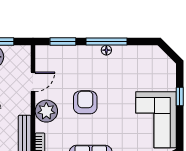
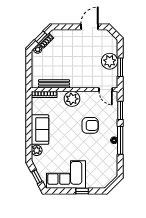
door: (33, 82) -> (106, 90), moved
armchair: (85, 102) -> (90, 125), moved

